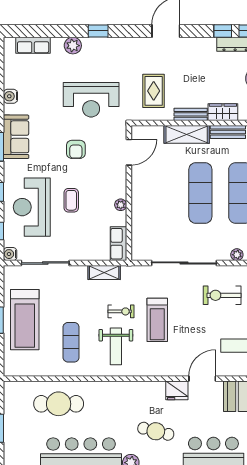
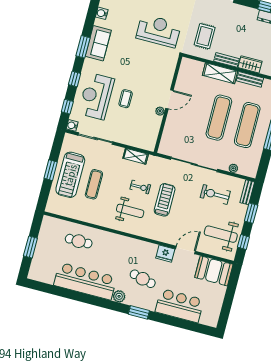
reception desk: (91, 100) -> (159, 31), turned 180
armchair: (76, 149) -> (138, 63), removed
door: (129, 152) -> (169, 99), moved
row of seats: (118, 244) -> (151, 138), removed
treadmill: (157, 320) -> (165, 200), turned 180
exercise mat: (71, 342) -> (94, 184), moved
weight bench: (116, 346) -> (130, 211), turned -90
cafe table: (59, 404) -> (79, 241), width x0.73, depth x0.74

